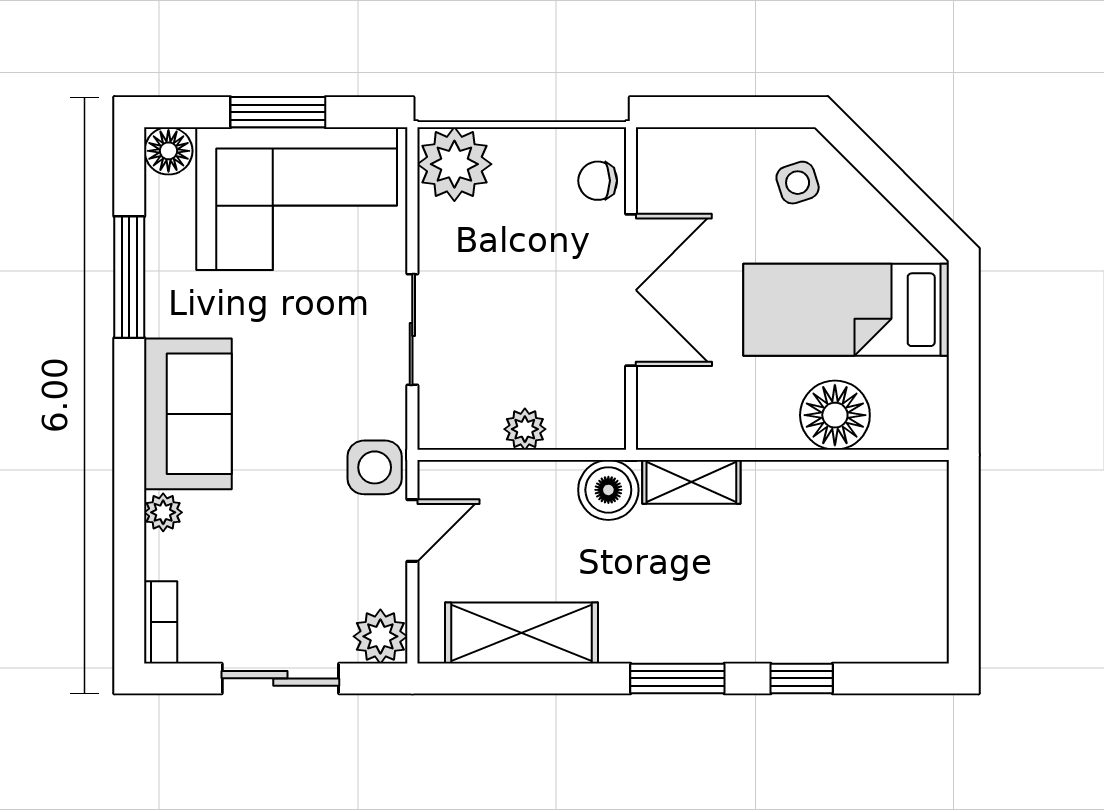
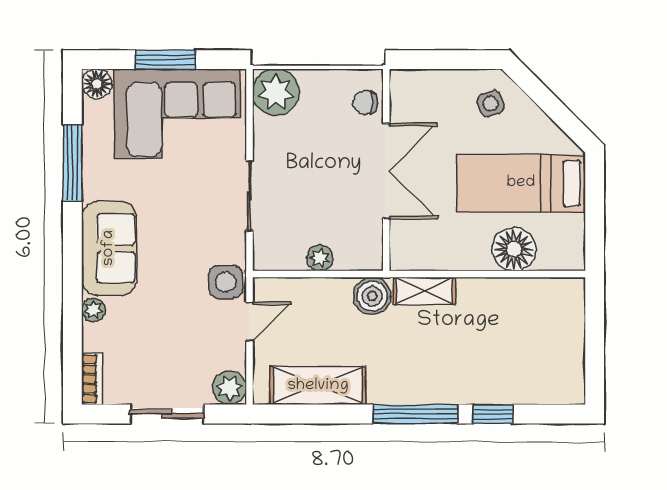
window: (677, 678) -> (415, 414), width x1.44

